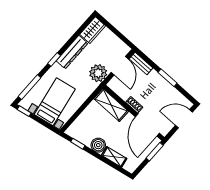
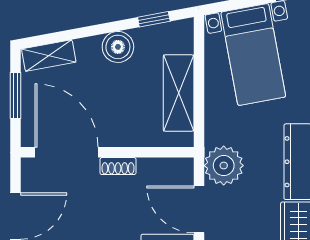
shelving: (111, 105) -> (179, 93), moved, turned 90
window: (155, 152) -> (15, 96), moved
shelving: (114, 157) -> (49, 56), moved

